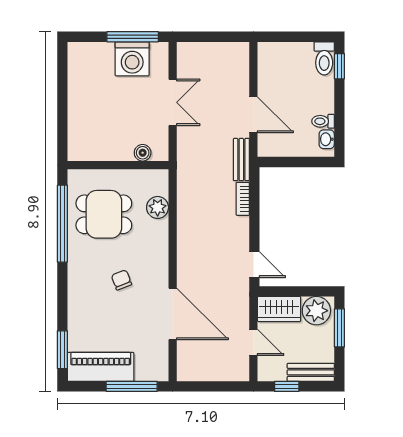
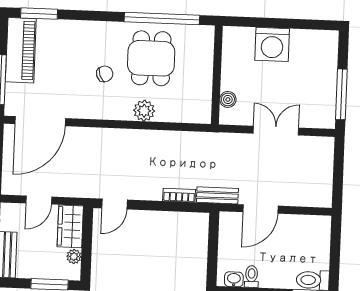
washing machine: (132, 59) -> (272, 44), moved, turned -90
double door: (173, 102) -> (276, 131), swing flipped
plant: (158, 207) -> (144, 111), moved
dining table: (104, 214) -> (151, 58), moved
plant: (316, 311) -> (74, 256), width x0.53, depth x0.53
door: (173, 314) -> (40, 121), moved

